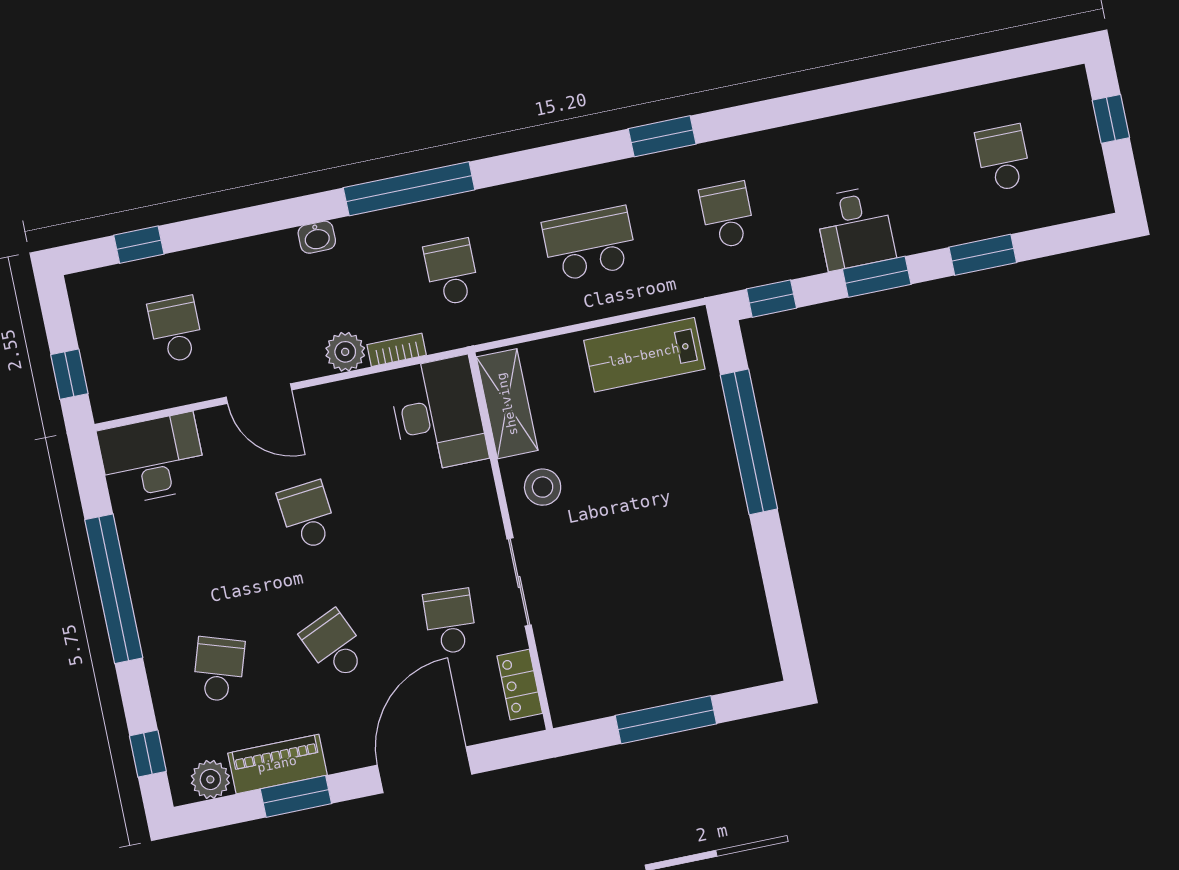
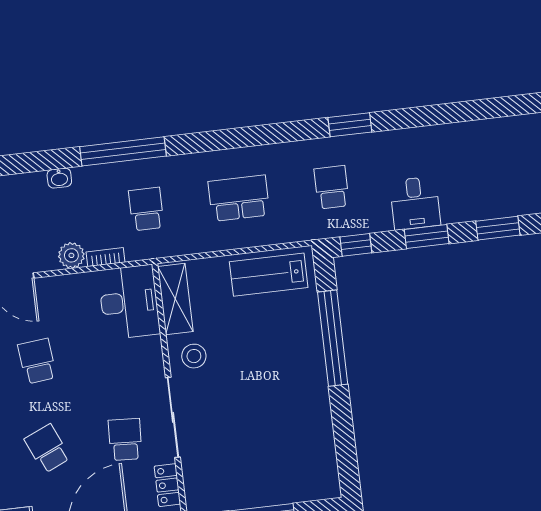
window: (662, 136) -> (350, 125), moved
school desk: (1003, 158) -> (517, 165), removed
sliding door: (519, 582) -> (173, 417), width x1.37

